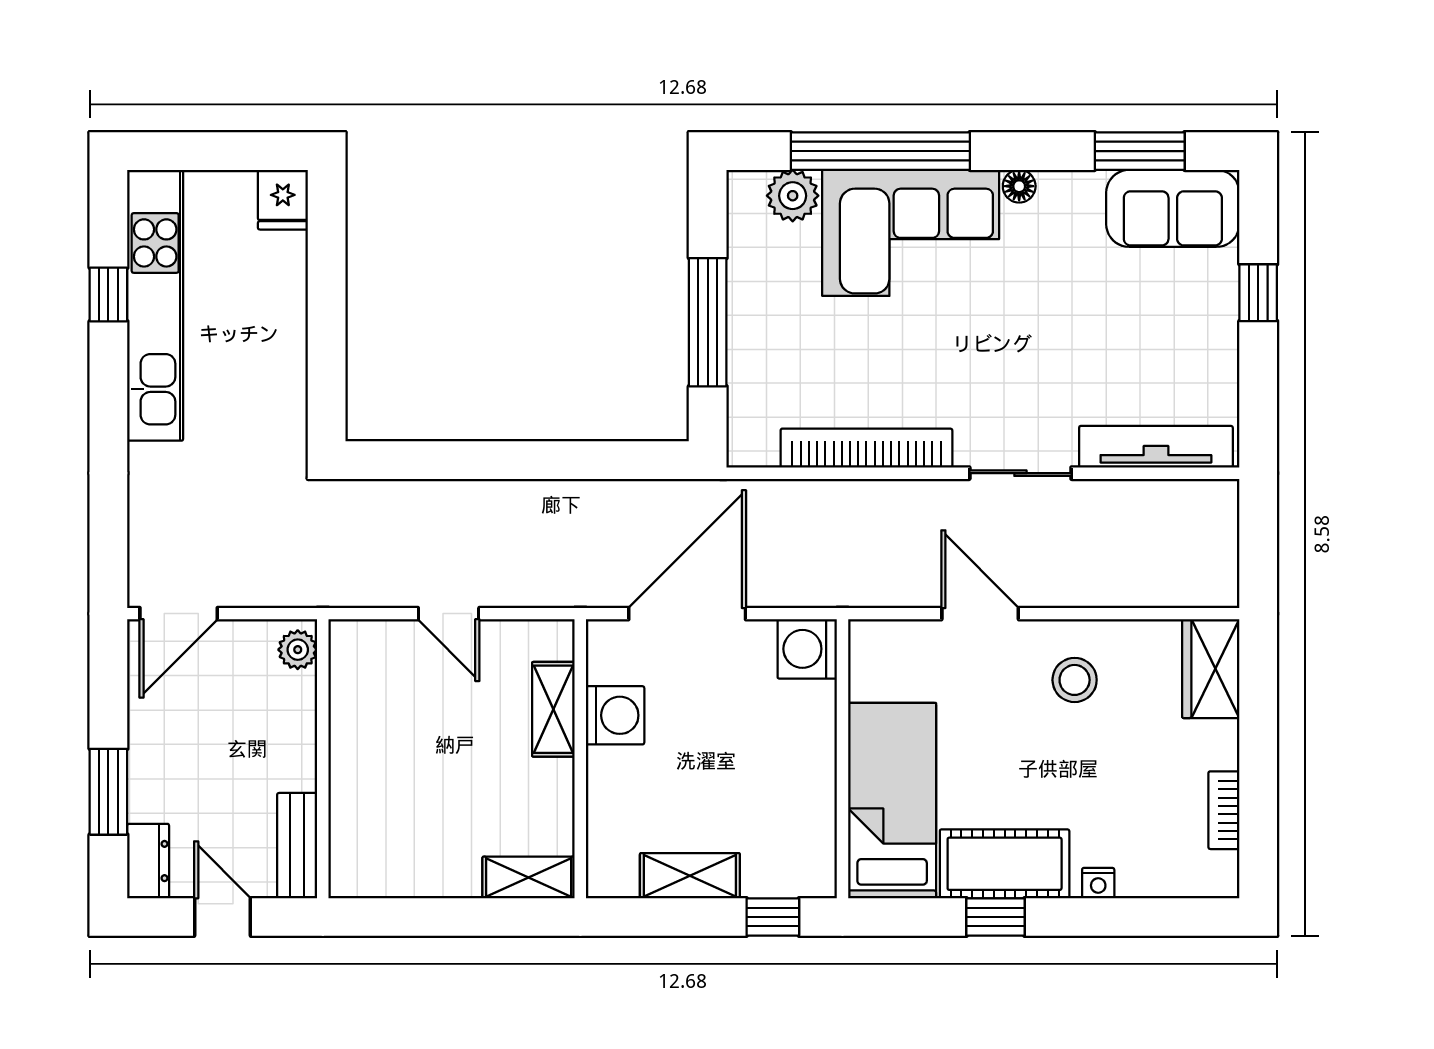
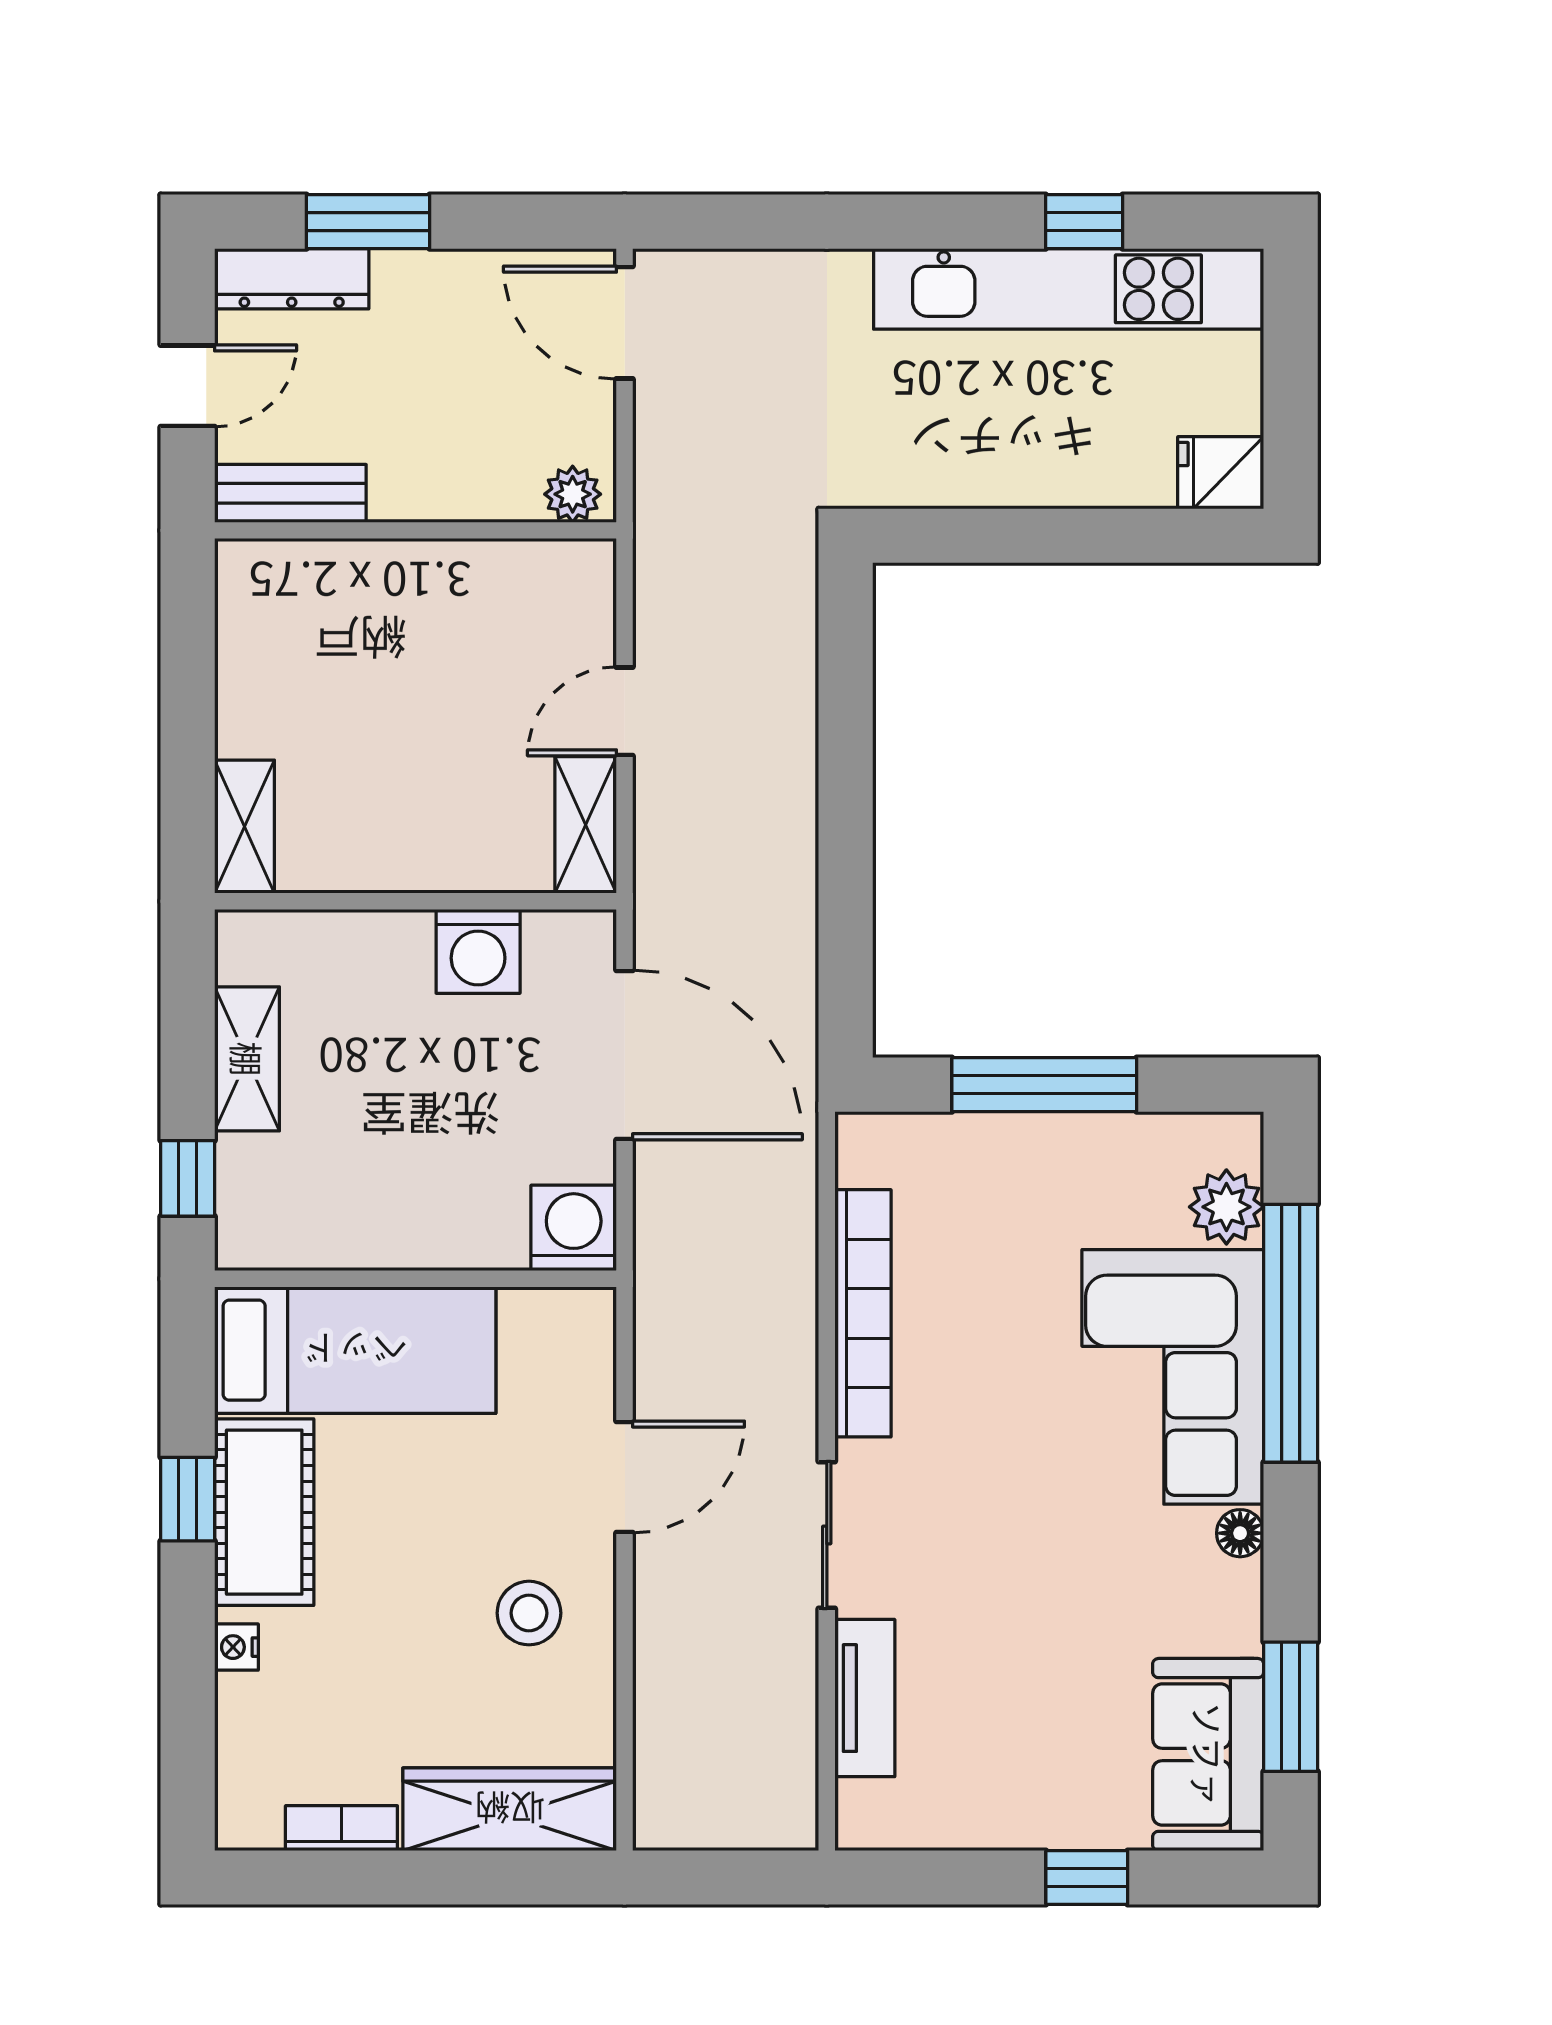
tv unit: (1156, 447) -> (865, 1698), width x0.71
wardrobe: (1211, 669) -> (510, 1809), width x1.50
shelving: (553, 709) -> (586, 825), moved, turned 90
dresser: (148, 861) -> (292, 279), width x1.44

